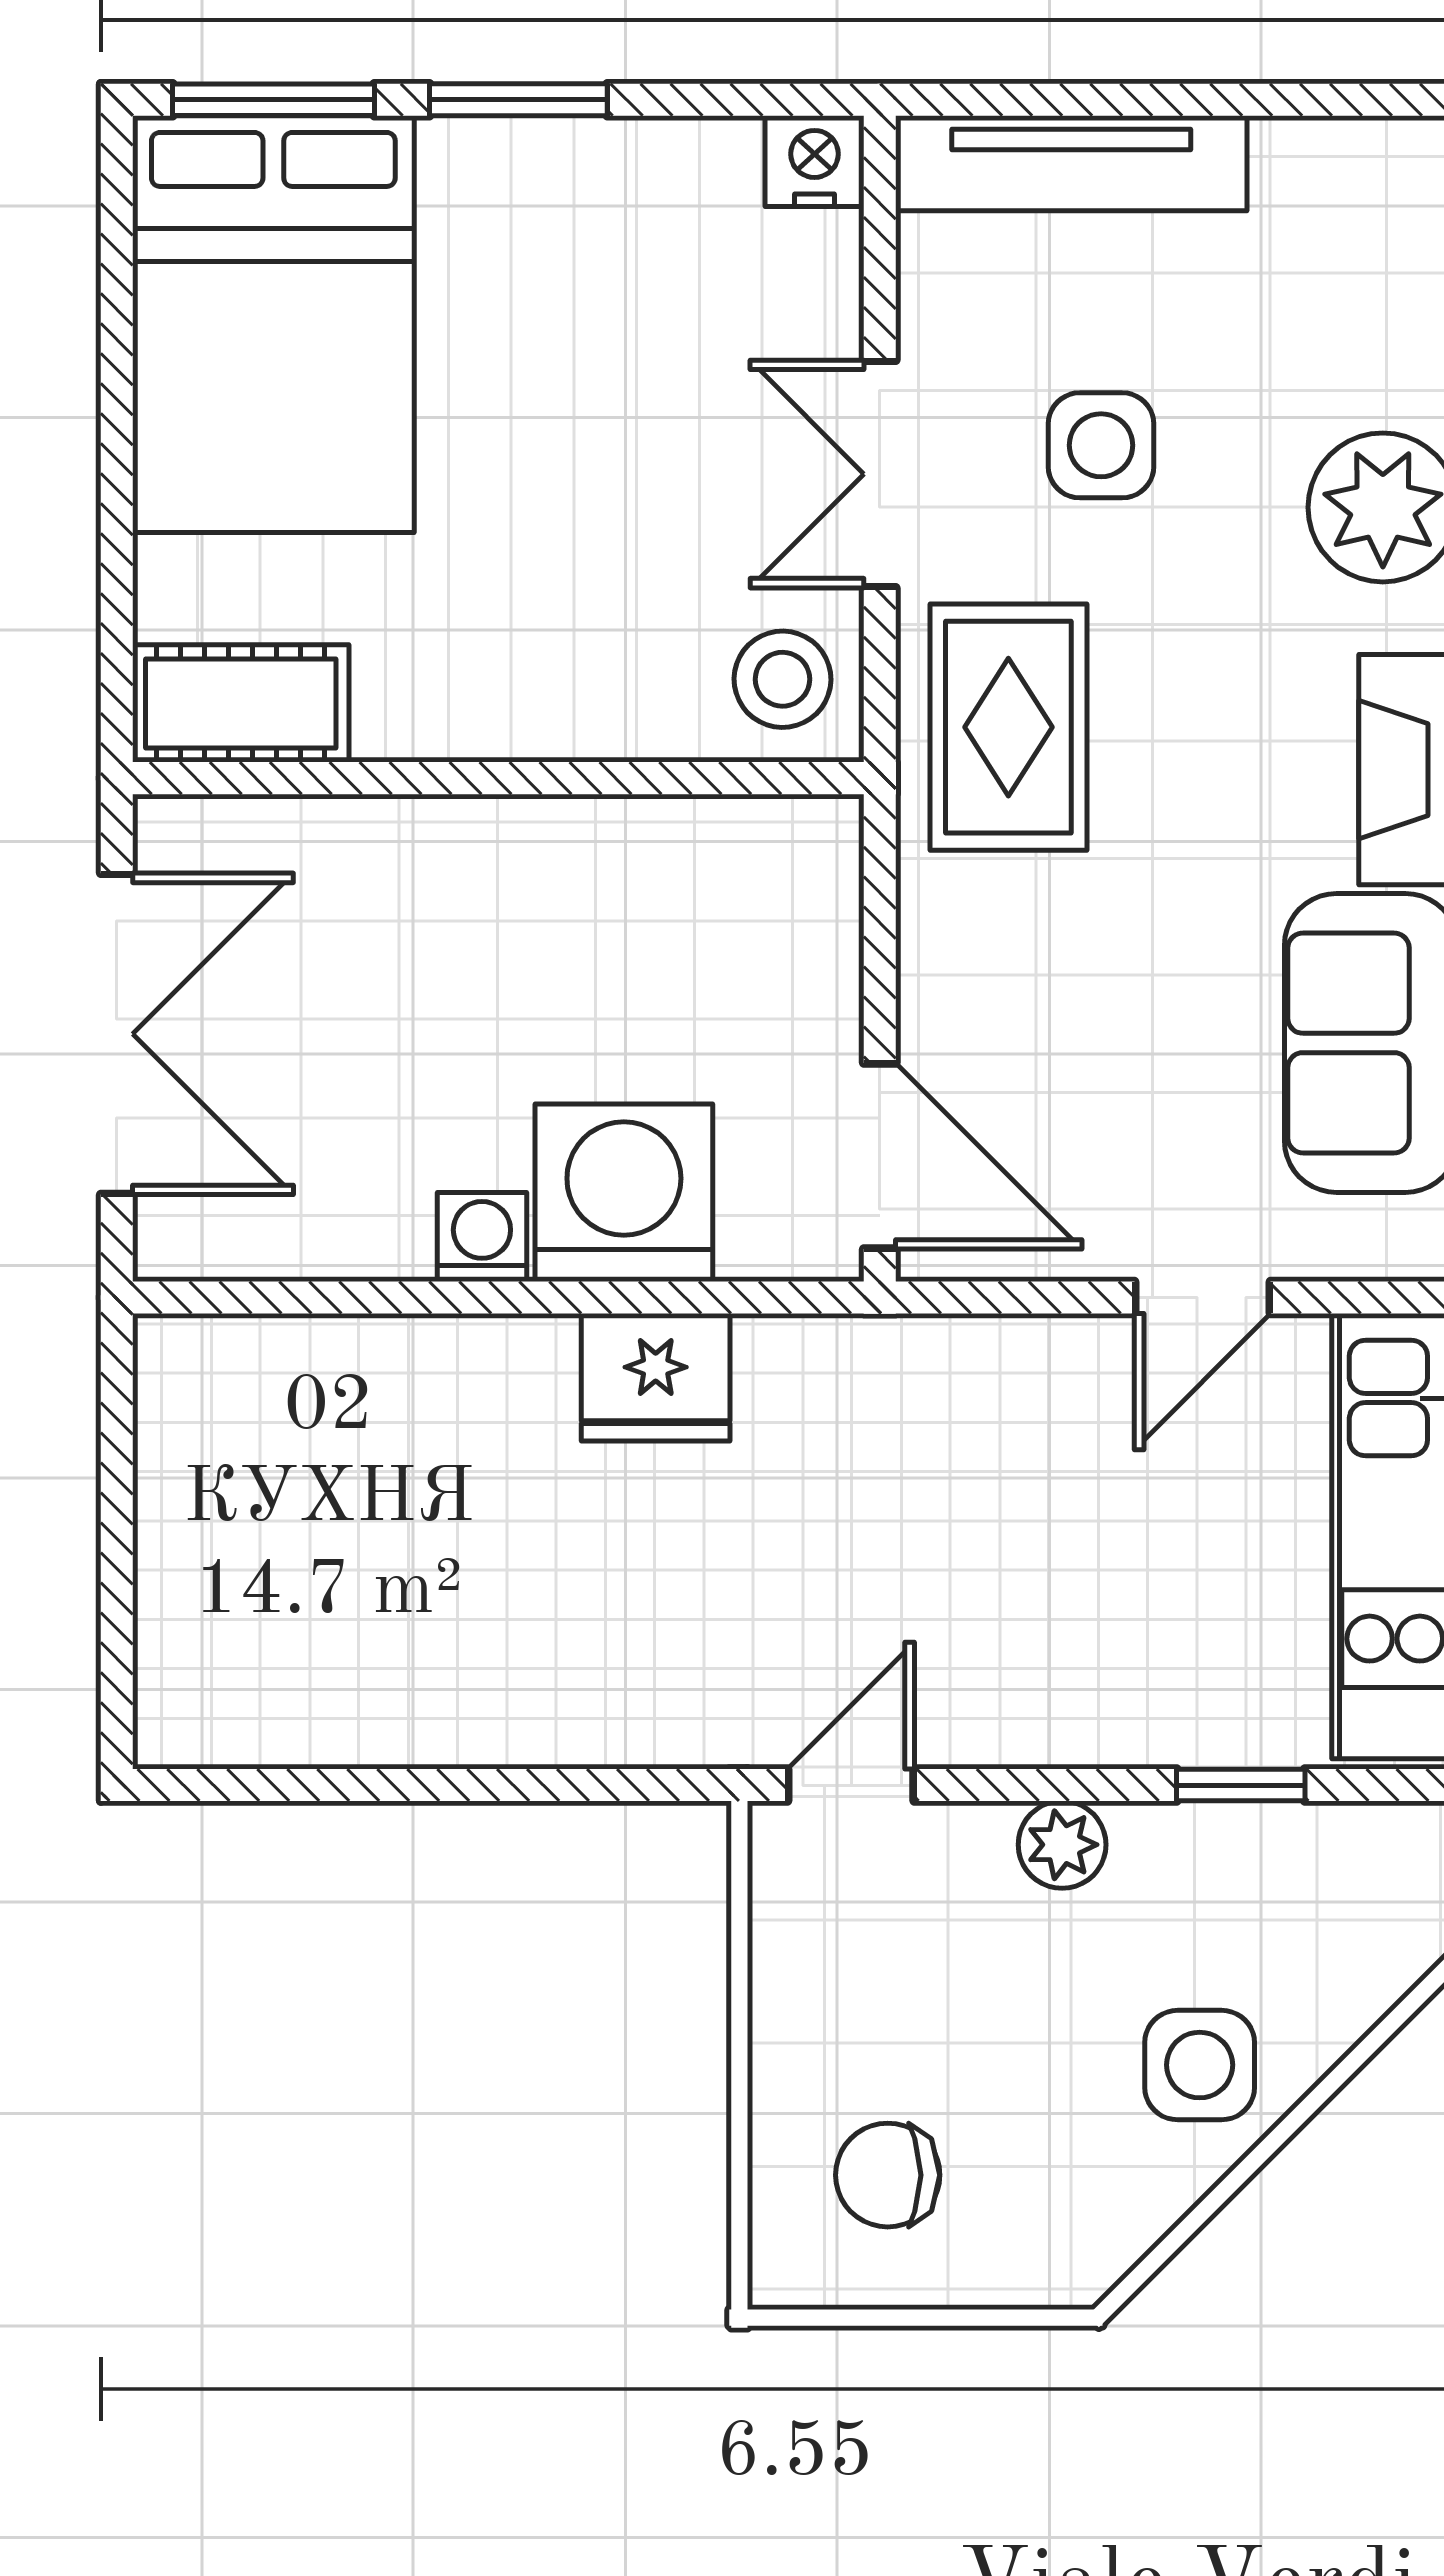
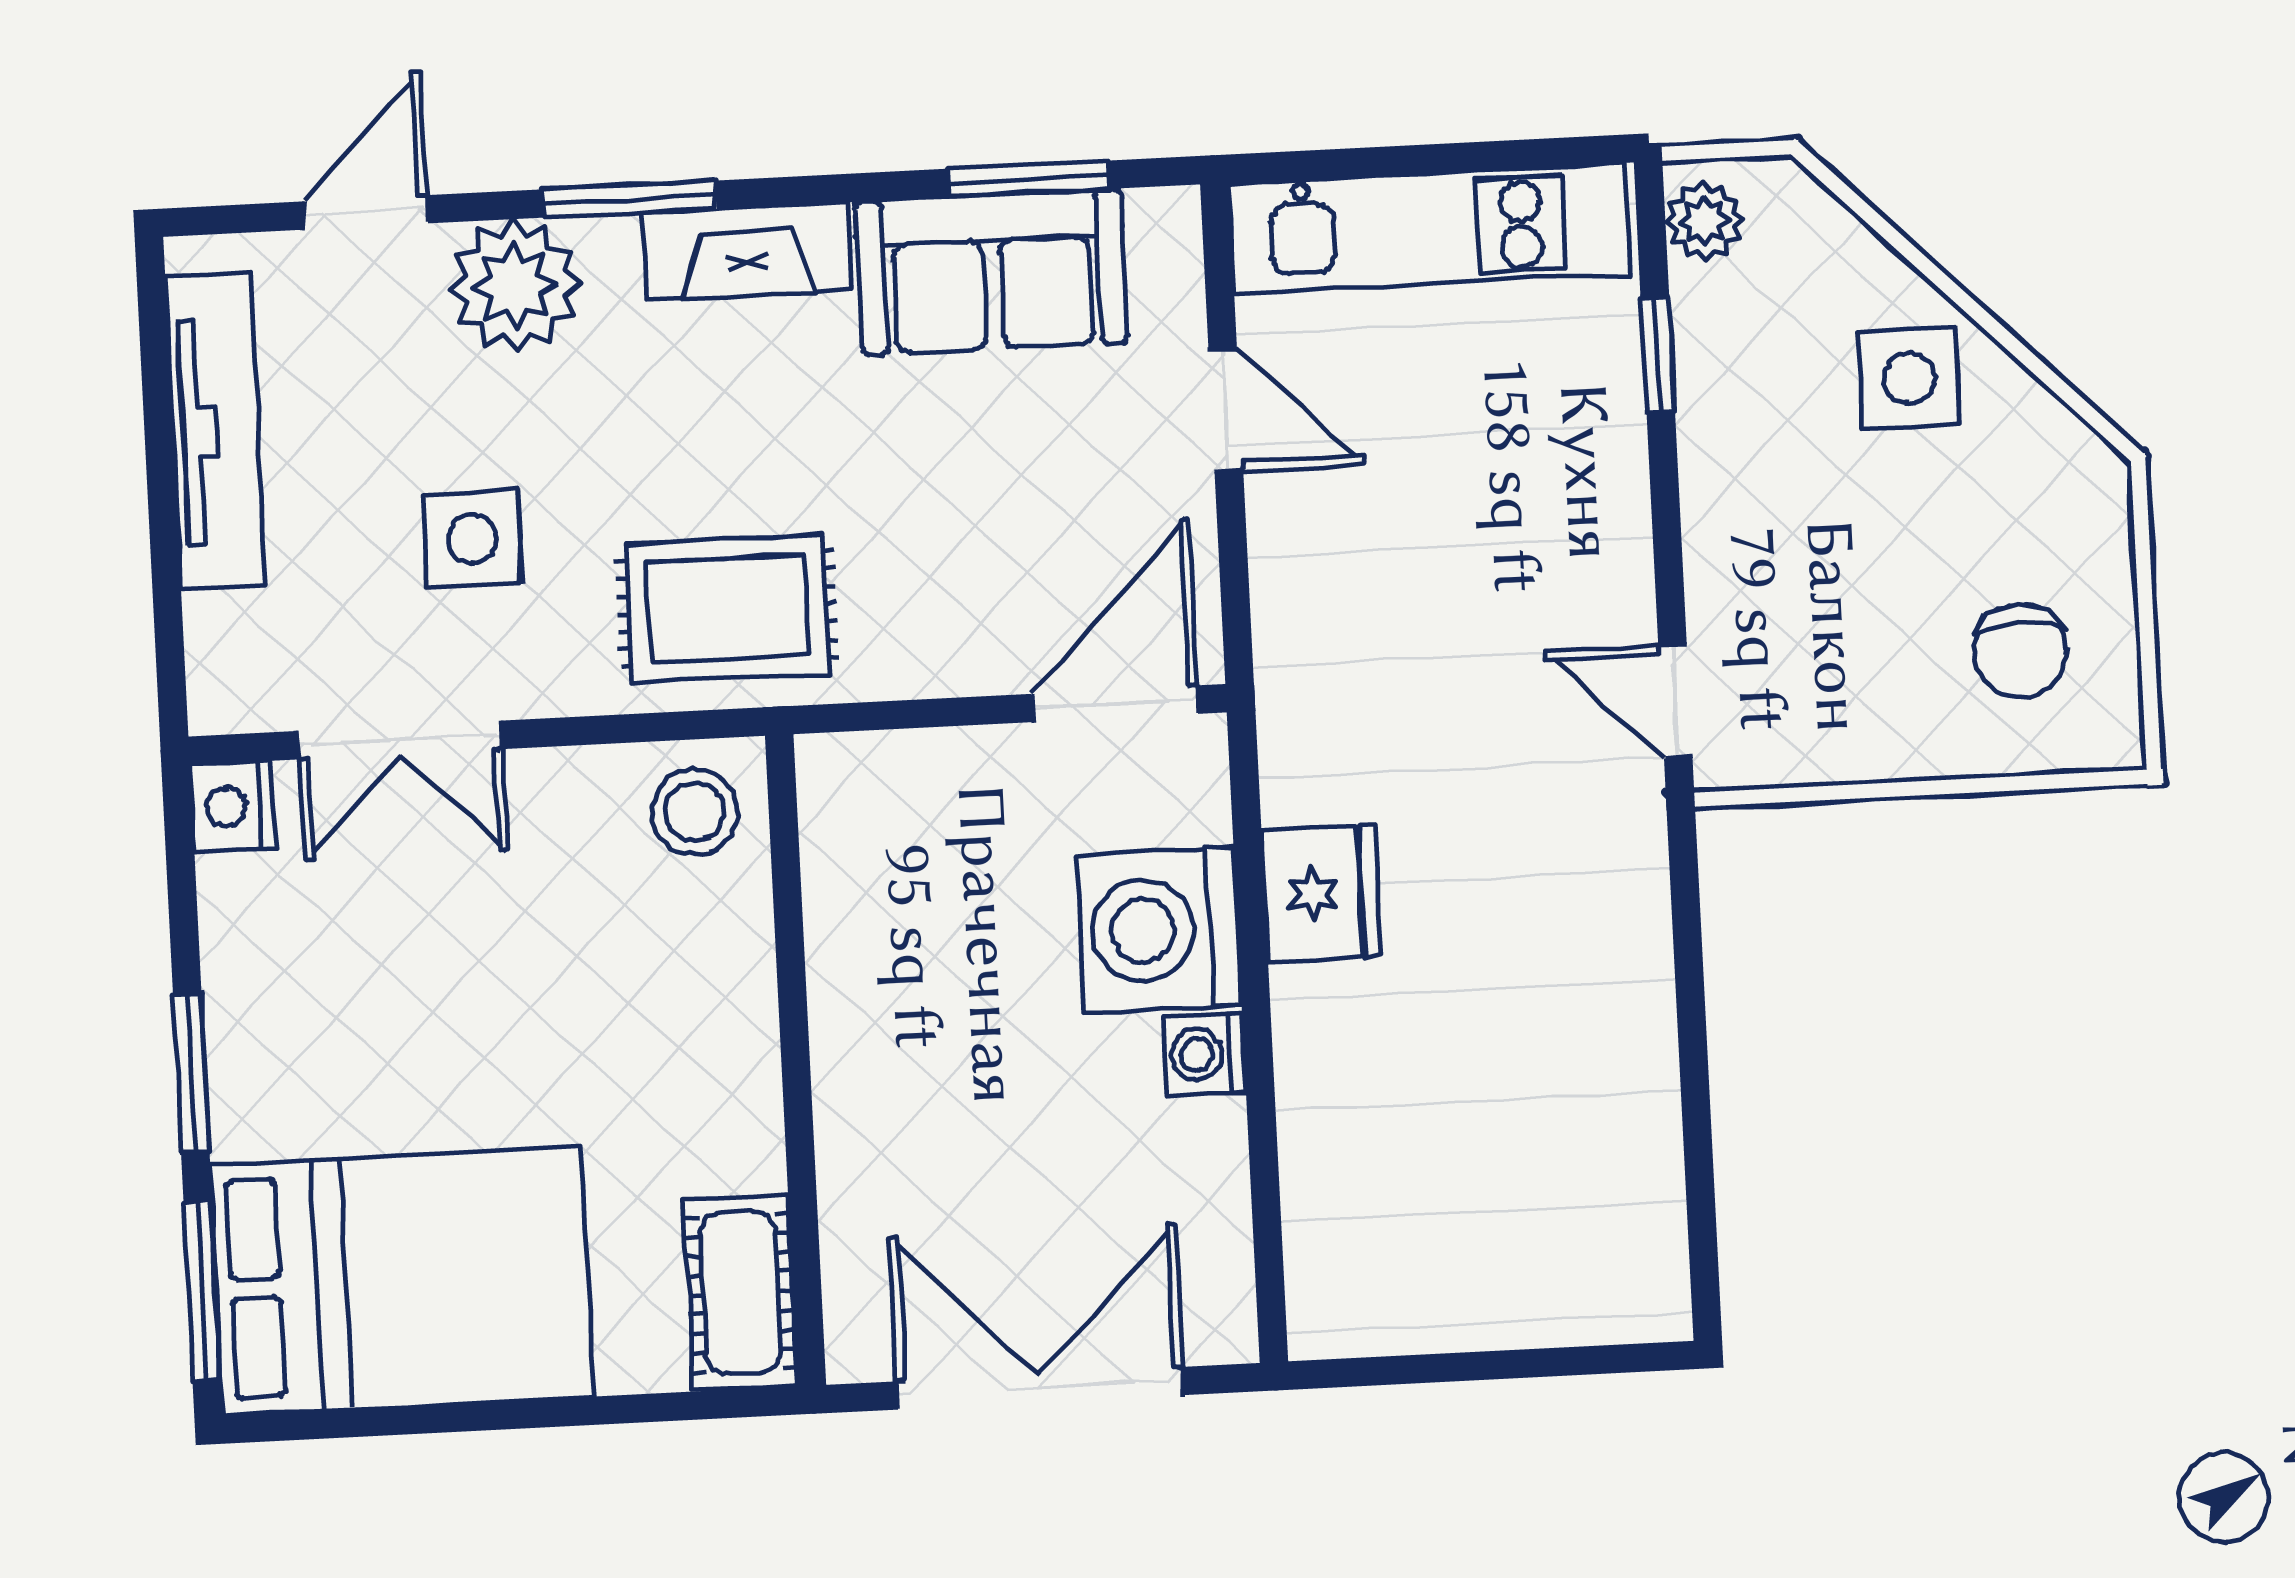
tv unit: (1071, 163) -> (215, 432), moved
double door: (880, 474) -> (400, 740), moved
plant: (1062, 1845) -> (1704, 221), moved

